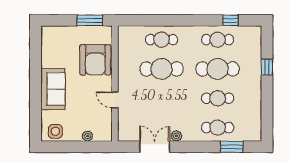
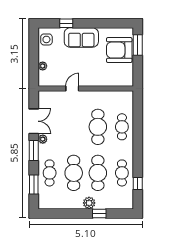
window: (90, 20) -> (138, 45), moved
armchair: (95, 60) -> (119, 50), moved
plant: (254, 79) -> (89, 203), added
cafe table: (218, 98) -> (74, 173), width x1.37, depth x1.35
window: (36, 107) -> (66, 23), added
window: (190, 147) -> (34, 150), added

